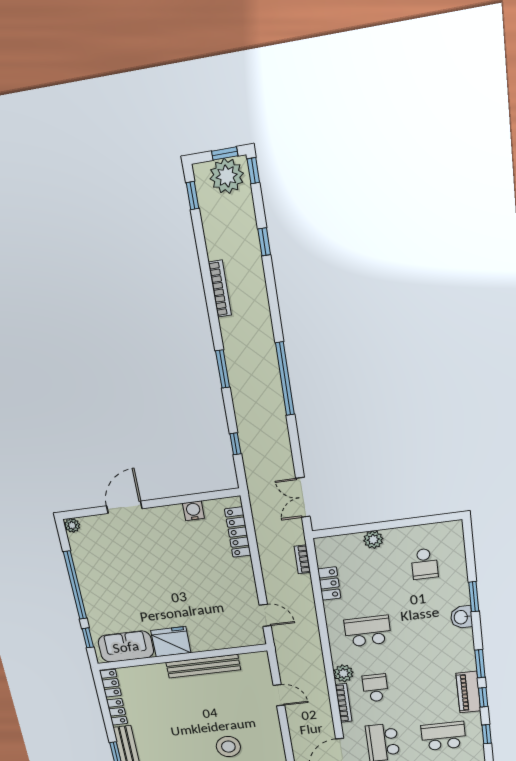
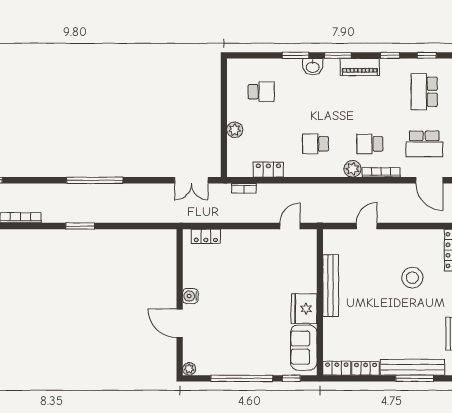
window: (235, 444) -> (140, 226), removed
water cooler: (193, 511) -> (190, 296), moved
locker: (238, 532) -> (206, 236), width x0.66
school desk: (368, 631) -> (316, 144), width x0.54
window: (480, 664) -> (338, 55), moved
piano: (468, 692) -> (360, 67), moved

